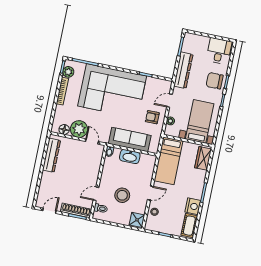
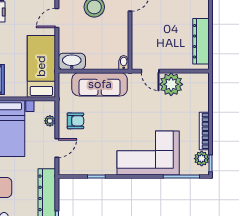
corner sofa: (112, 91) -> (148, 153), width x0.73, depth x0.74
floor lamp: (64, 129) -> (191, 80), removed
washbasin: (130, 157) -> (72, 61), moved

